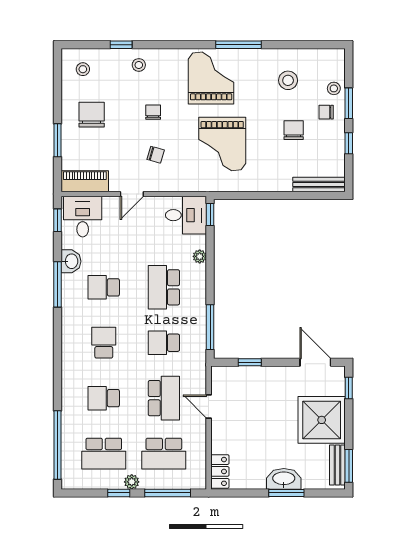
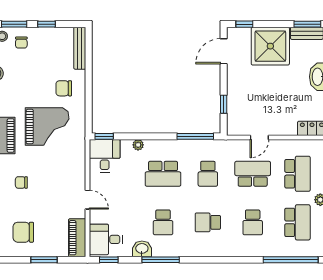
chair: (294, 130) -> (64, 88), moved
chair: (156, 155) -> (56, 180), removed

